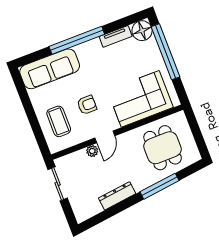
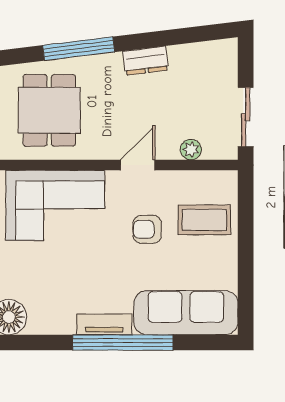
tv unit: (116, 36) -> (104, 324), moved
coffee table: (59, 121) -> (204, 220), turned 90
plant: (92, 151) -> (191, 150), moved
dresser: (117, 196) -> (146, 61), width x0.70

